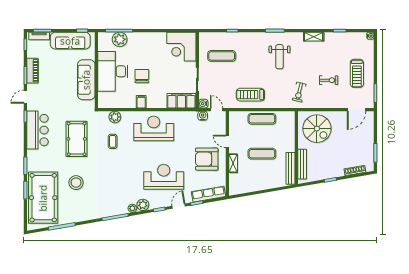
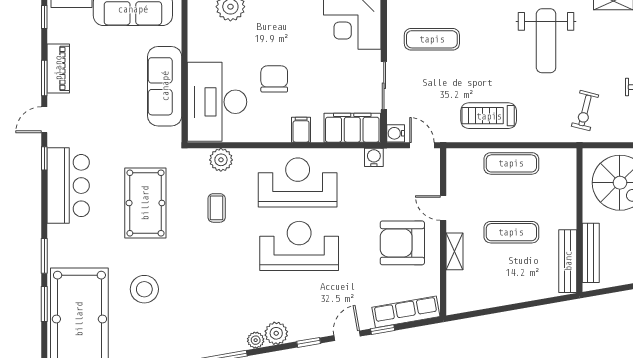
weight bench: (279, 57) -> (546, 41), width x1.36, depth x1.33
desk: (113, 71) -> (217, 102), moved
filing cabinet: (141, 102) -> (301, 130), moved
water cooler: (203, 116) -> (374, 157), moved
reception desk: (164, 177) -> (299, 246), moved

